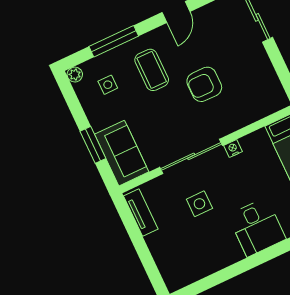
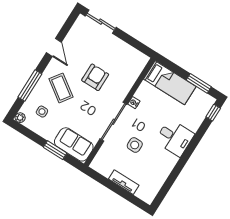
coffee table: (152, 70) -> (61, 88), turned 35
armchair: (204, 84) -> (95, 77), turned 180
tv unit: (141, 212) -> (124, 182), moved

